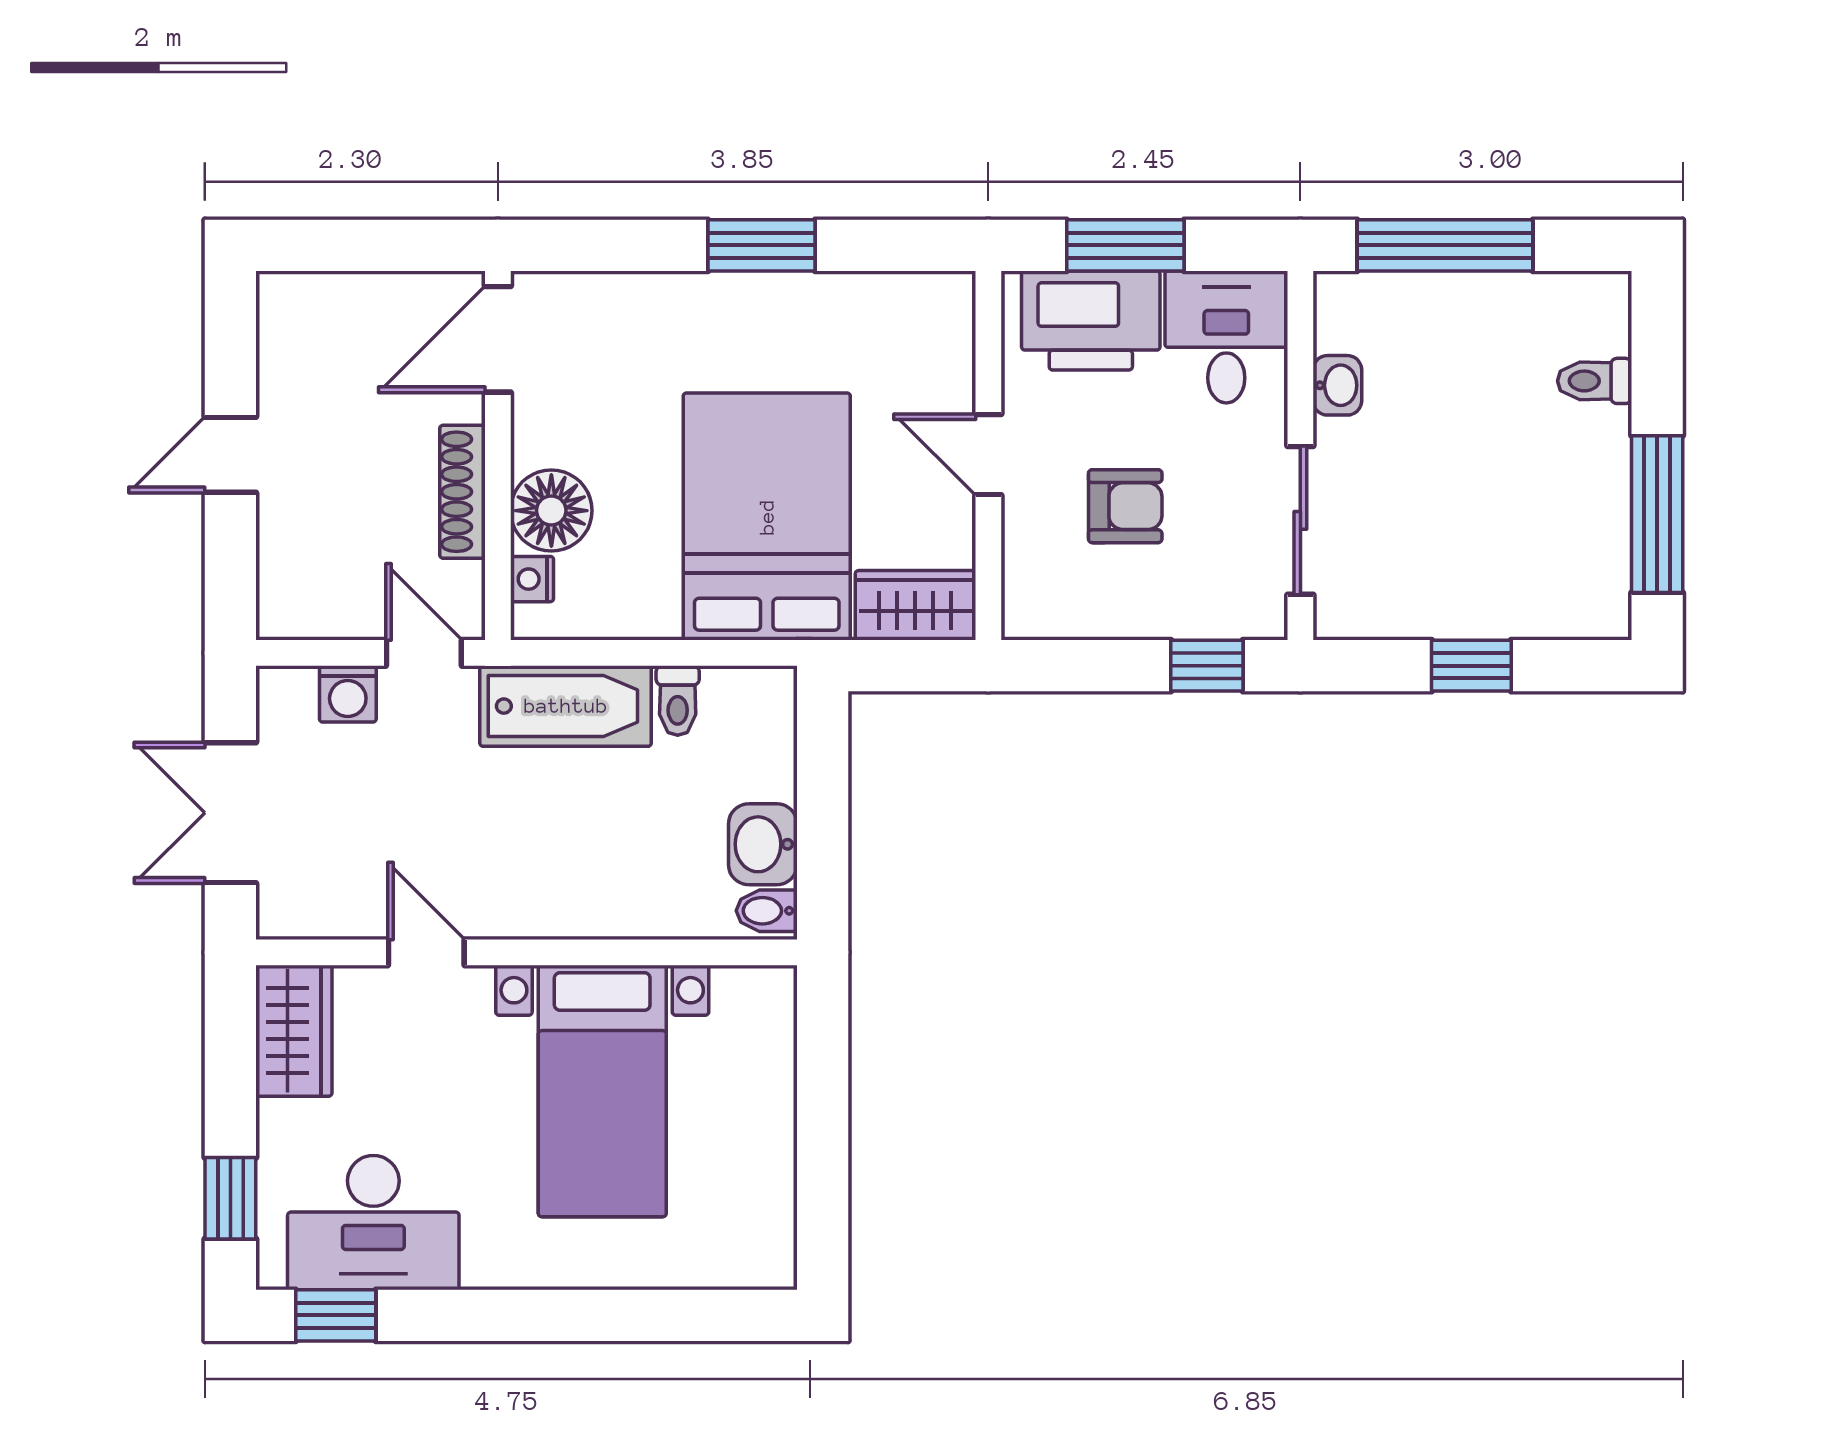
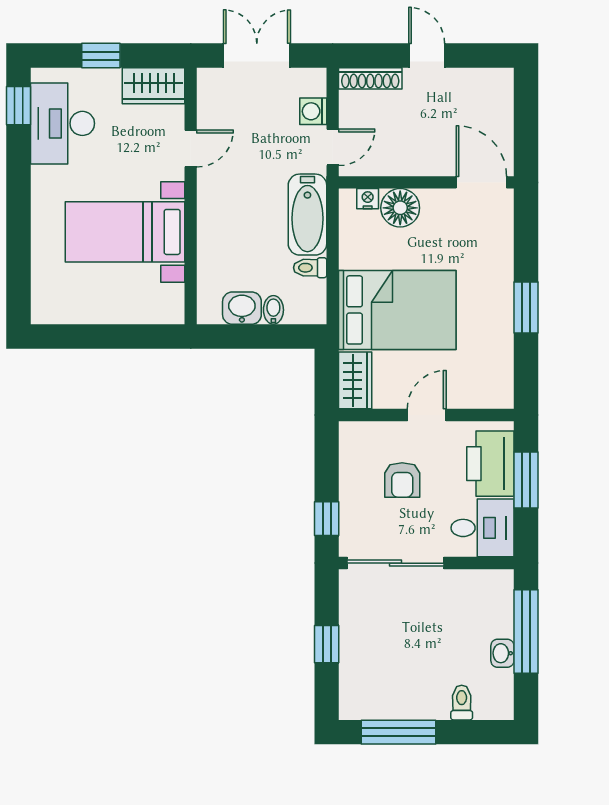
washbasin: (1337, 385) -> (502, 653), moved, turned 90
shoe rack: (462, 492) -> (370, 78), moved, turned 180
sliding door: (1300, 520) -> (395, 563), width x1.37
bidet: (767, 911) -> (273, 310), moved
window: (230, 1198) -> (101, 56), moved

